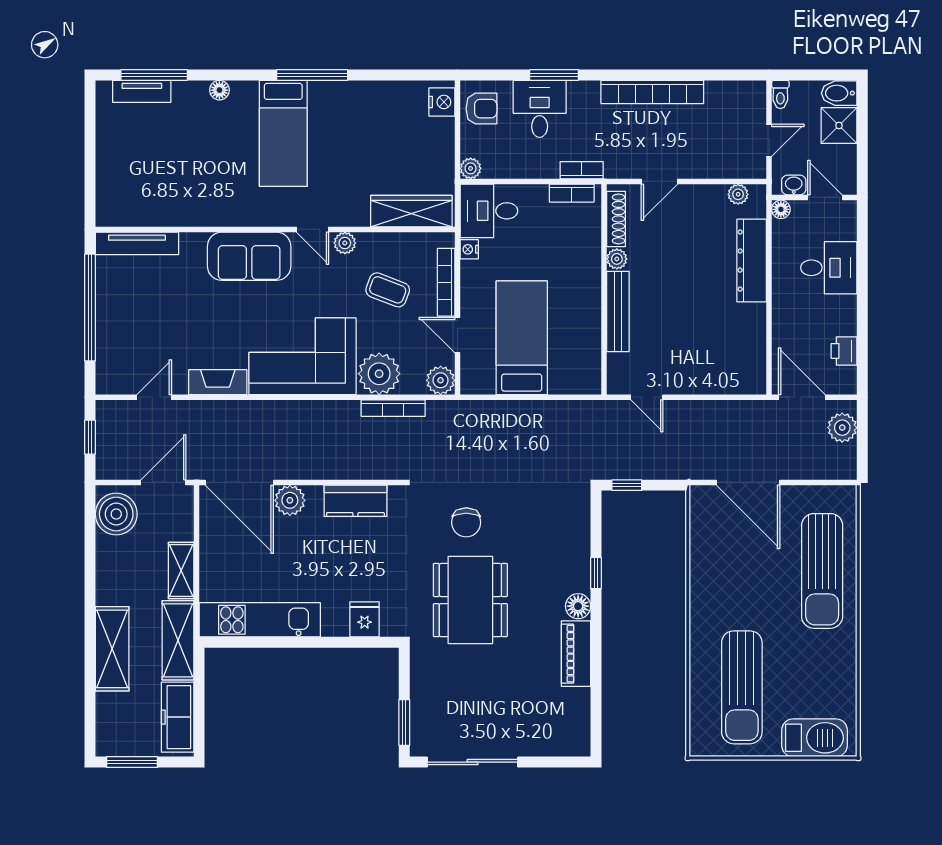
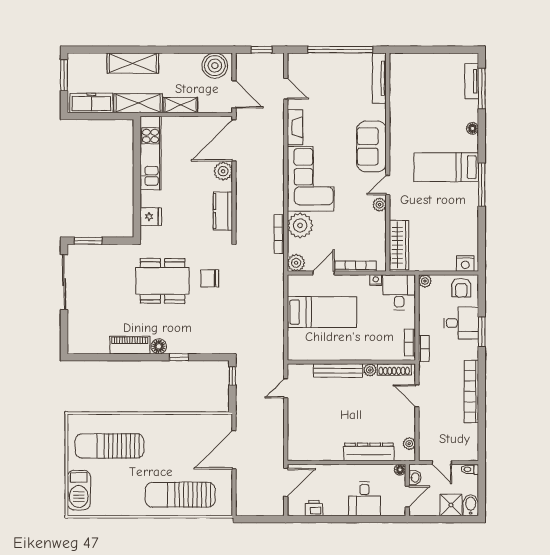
coffee table: (388, 290) -> (351, 231), removed
plant: (842, 428) -> (267, 507), removed

